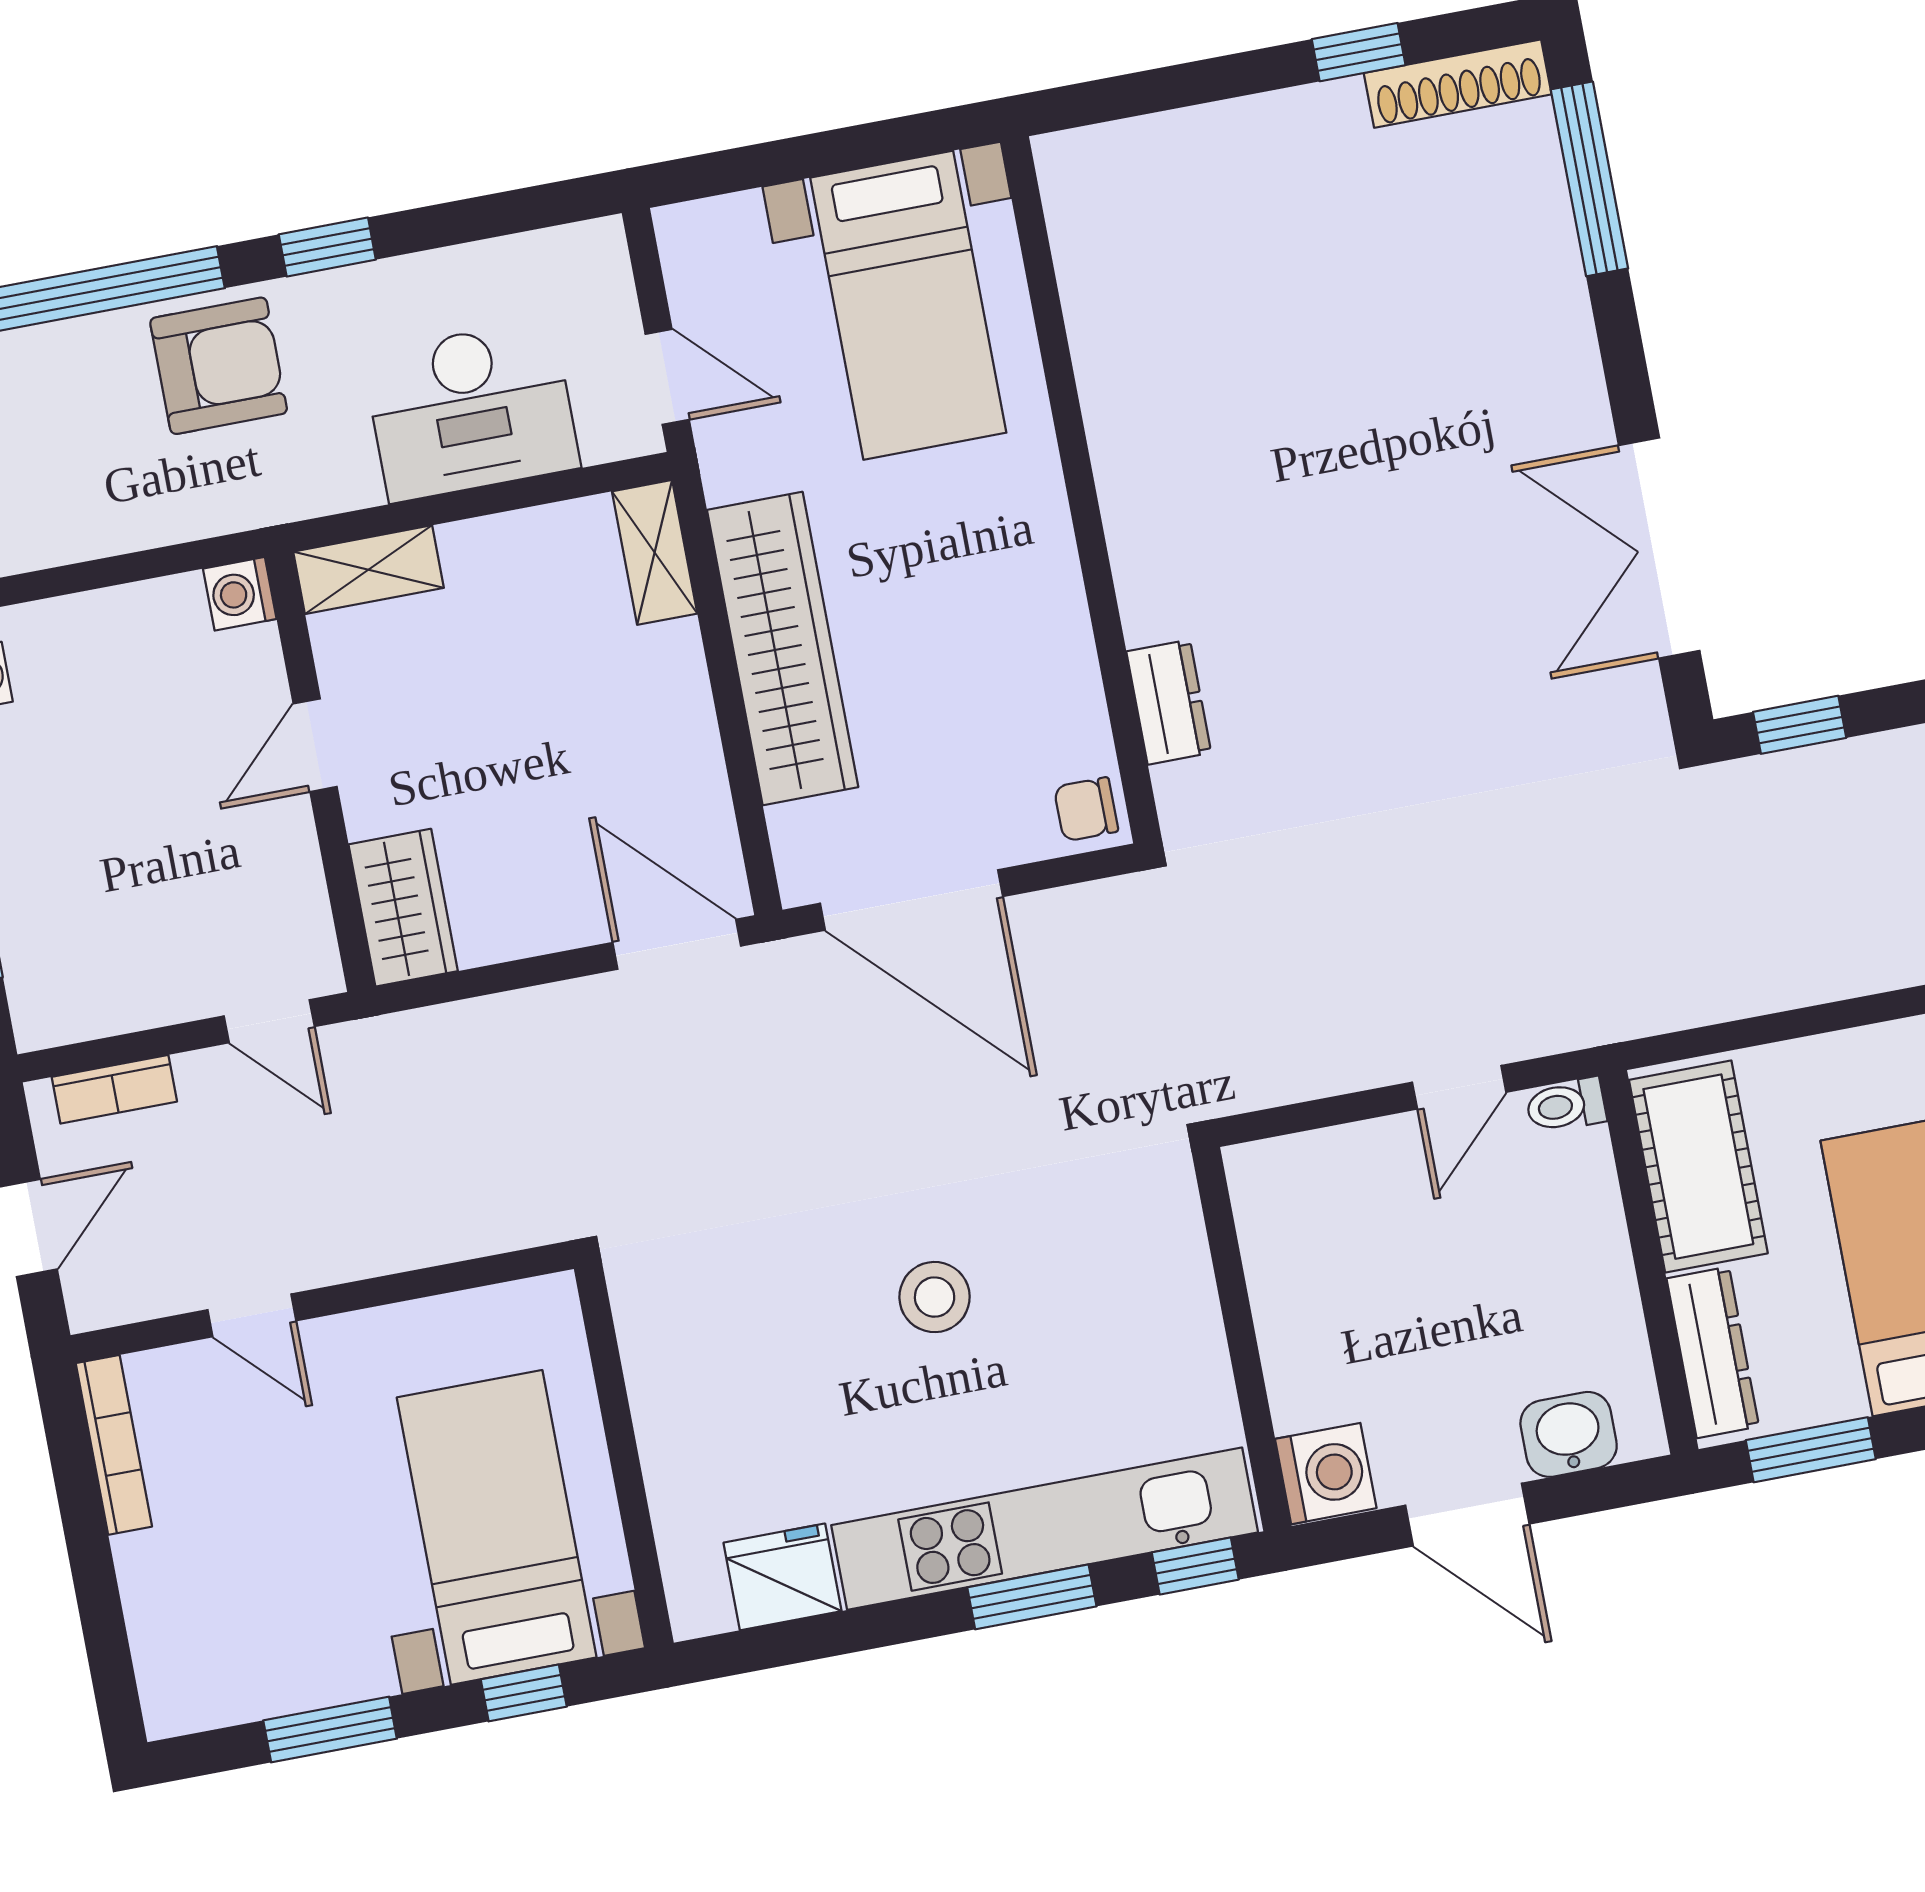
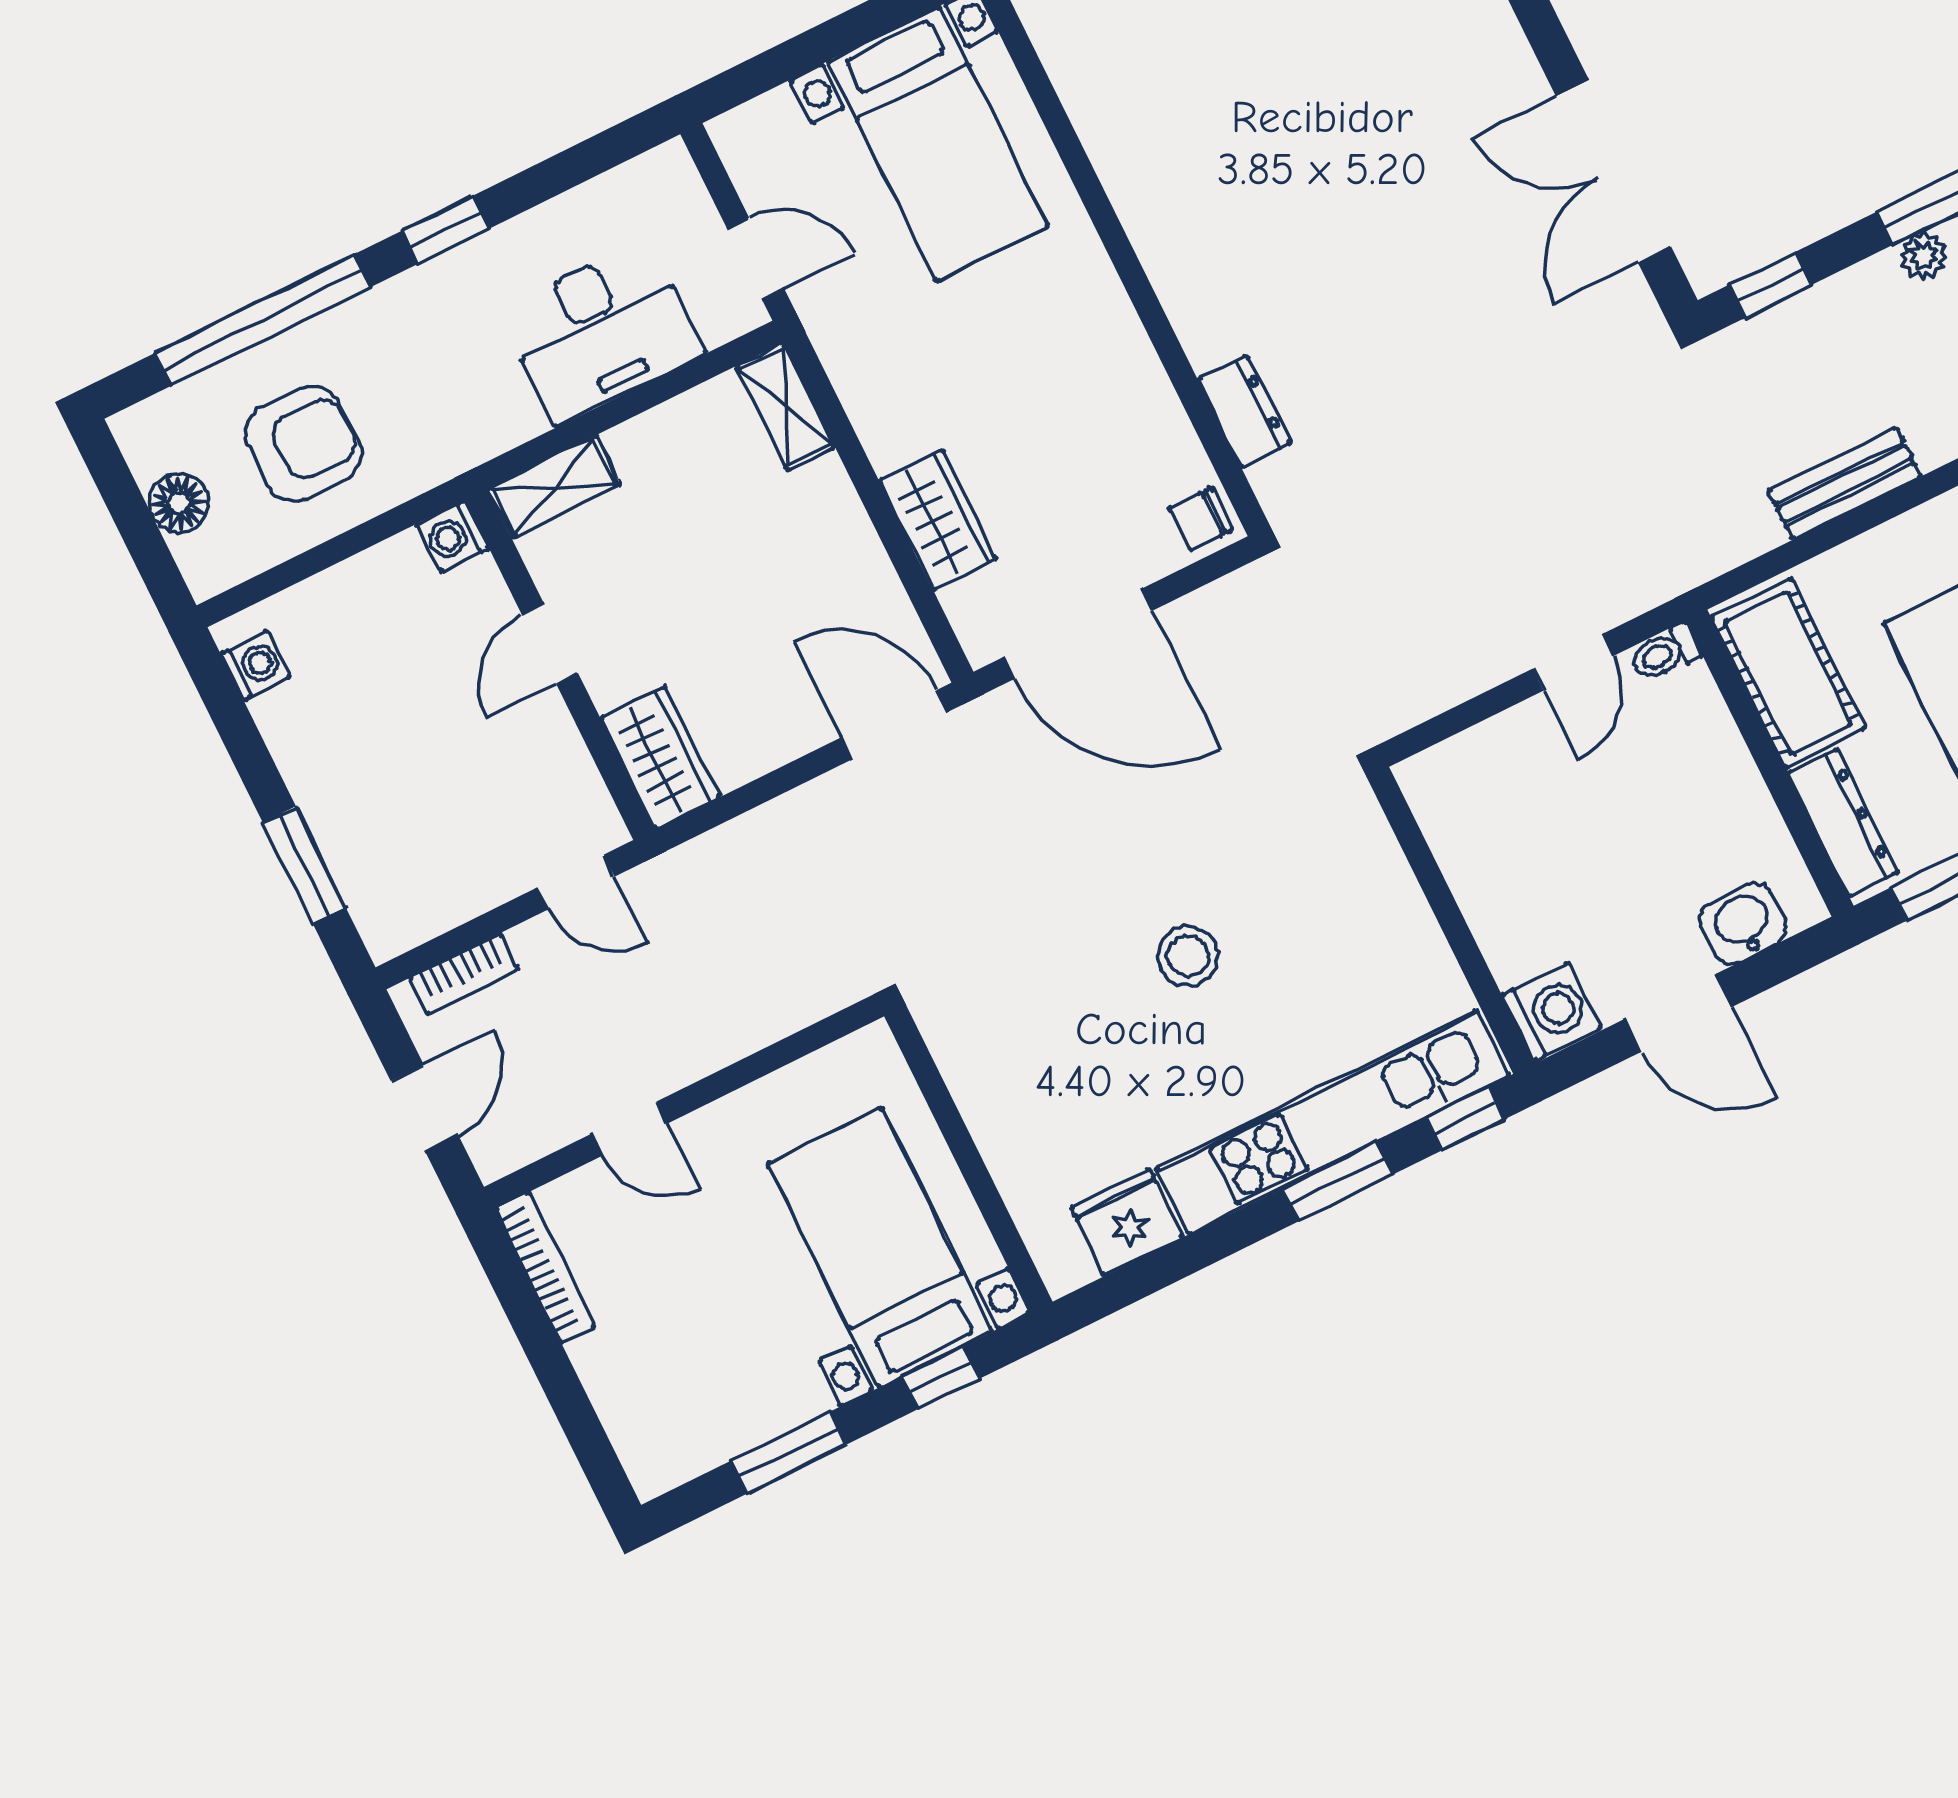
armchair: (219, 366) -> (303, 444), moved
wardrobe: (783, 649) -> (938, 519), width x0.48, depth x0.85
bench: (1821, 972) -> (1845, 484), added

